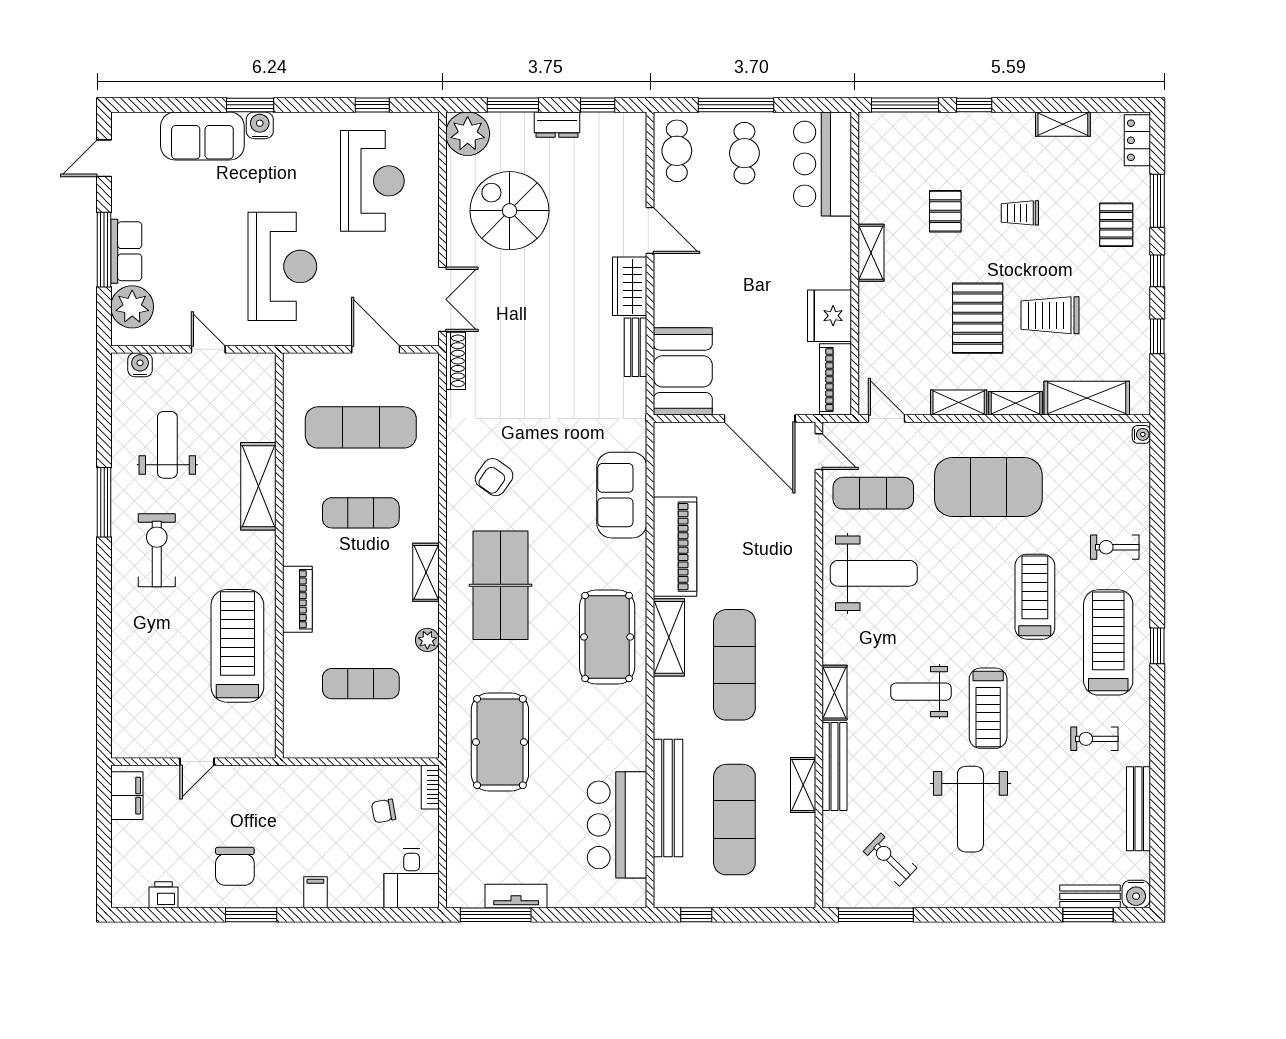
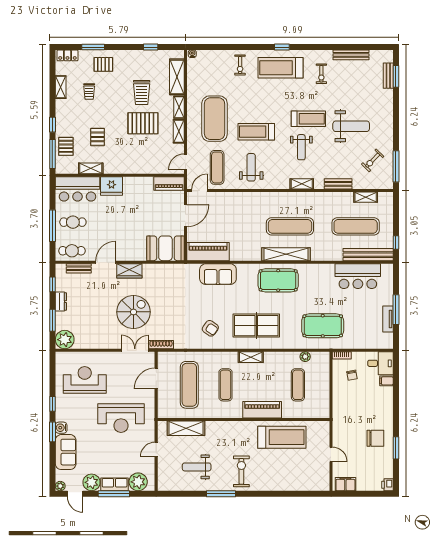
window: (372, 105) -> (52, 404), moved
plant: (122, 123) -> (60, 486), added
pallet: (923, 137) -> (66, 146), added
plant: (131, 197) -> (92, 482), added
spiral stairs: (509, 211) -> (134, 312), moved, turned 180
pallet: (945, 211) -> (98, 137), turned 90
trolley: (1020, 213) -> (89, 91), moved
shelving: (871, 253) -> (91, 168), moved
reception desk: (282, 266) -> (121, 418), turned 180
window: (1157, 271) -> (123, 47), removed
fridge: (830, 316) -> (112, 186), moved
bench: (636, 347) -> (79, 268), moved
water cooler: (140, 365) -> (163, 478), removed
door: (760, 419) -> (185, 216), width x0.73
shelving: (258, 486) -> (186, 428), moved
piano: (675, 547) -> (208, 252), moved
exercise bike: (157, 550) -> (241, 471), turned 90
weight bench: (874, 573) -> (251, 167), width x0.73, depth x0.75
treadmill: (1035, 597) -> (256, 132), moved
piano: (297, 599) -> (262, 410), width x1.37, depth x1.33
shelving: (669, 637) -> (286, 254), width x1.47
plant: (427, 640) -> (305, 357), moved
treadmill: (237, 646) -> (282, 437), turned 180
bench: (834, 766) -> (338, 184), width x0.73
shelving: (803, 785) -> (366, 197), moved
bench: (668, 798) -> (368, 255), moved
filing cabinet: (315, 892) -> (386, 381), moved
water cooler: (1136, 894) -> (387, 56), removed
printer: (163, 895) -> (387, 485), moved
window: (251, 915) -> (396, 448), moved
window: (496, 915) -> (396, 310), moved

